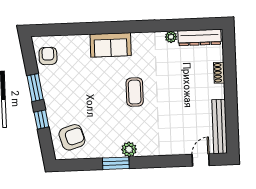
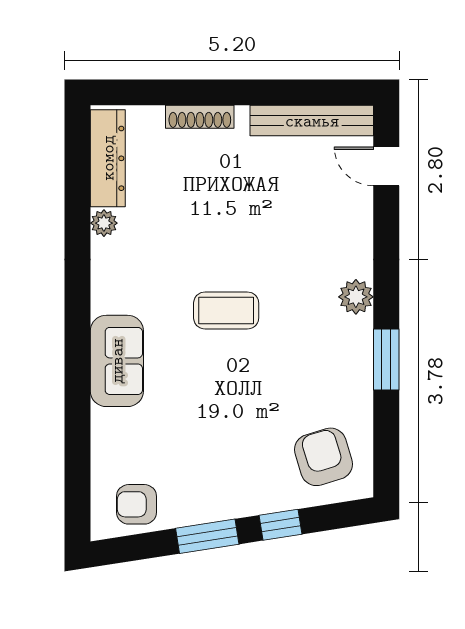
shoe rack: (219, 73) -> (200, 117), width x1.43
plant: (129, 149) -> (356, 297), moved

